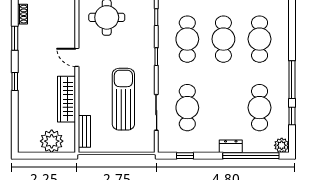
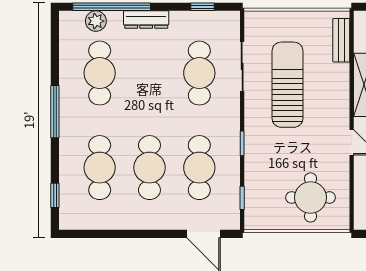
sun lounger: (123, 99) -> (288, 85), turned 180
window: (292, 116) -> (55, 195), moved
plant: (282, 145) -> (96, 21), moved
dresser: (231, 146) -> (146, 20), width x1.44

